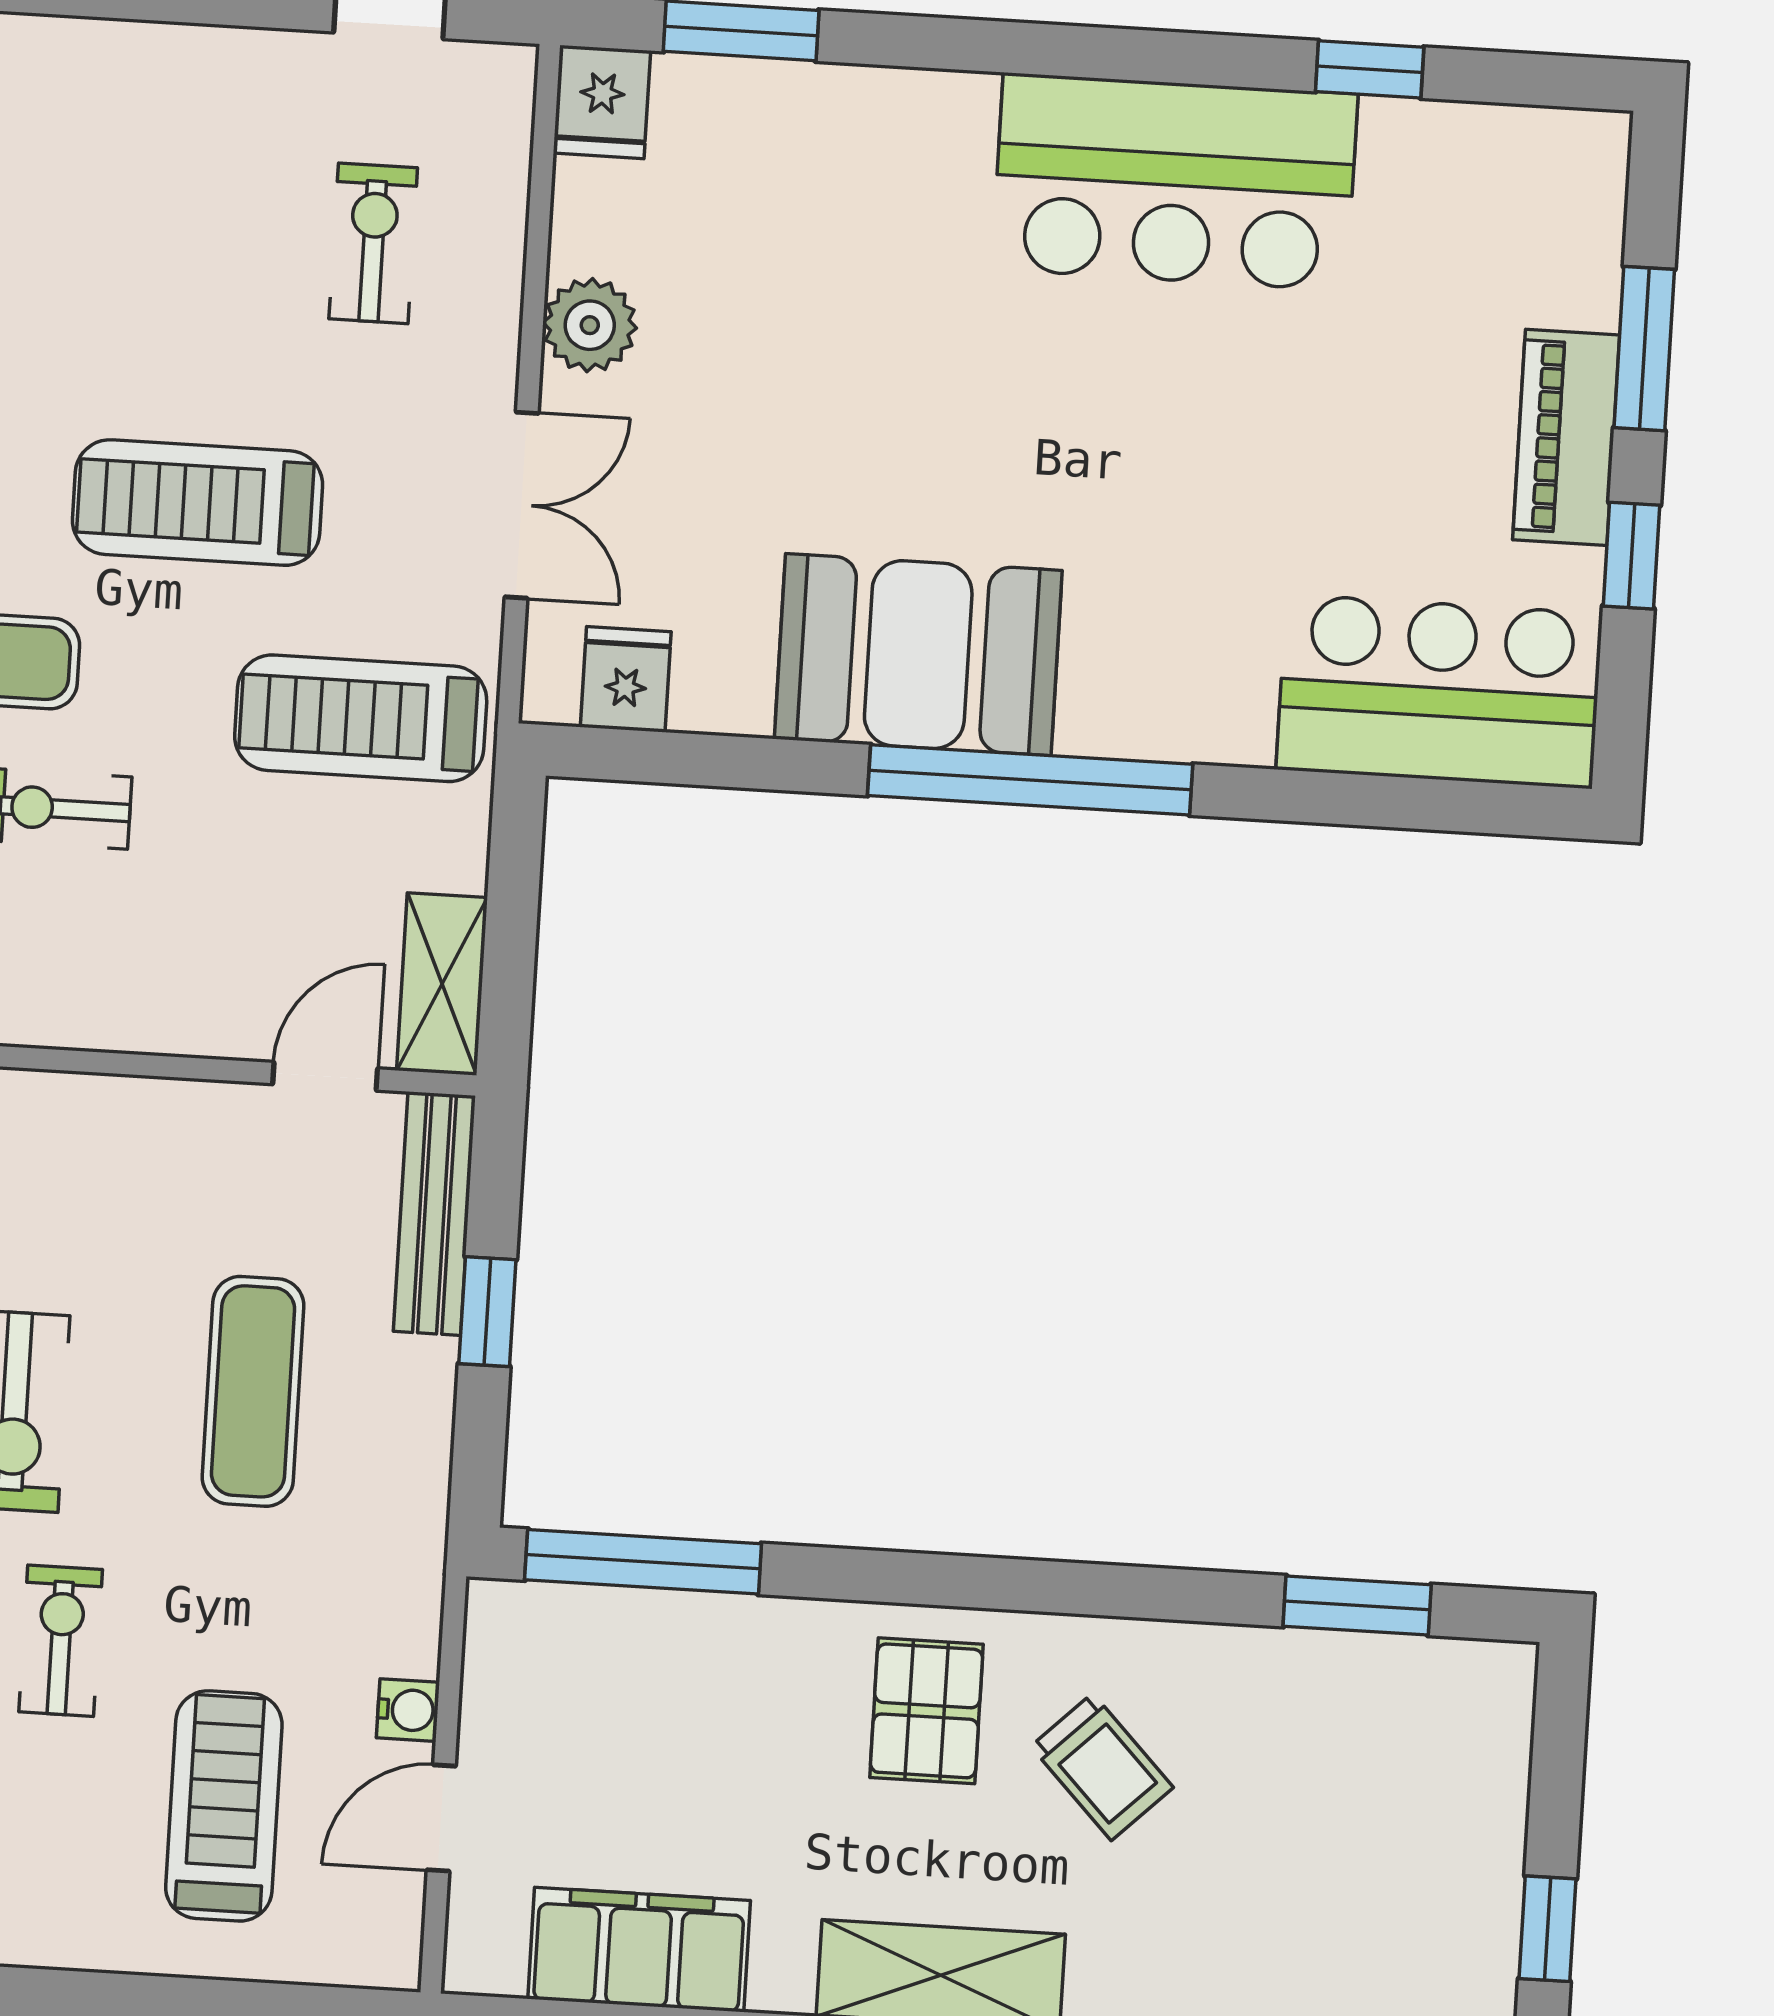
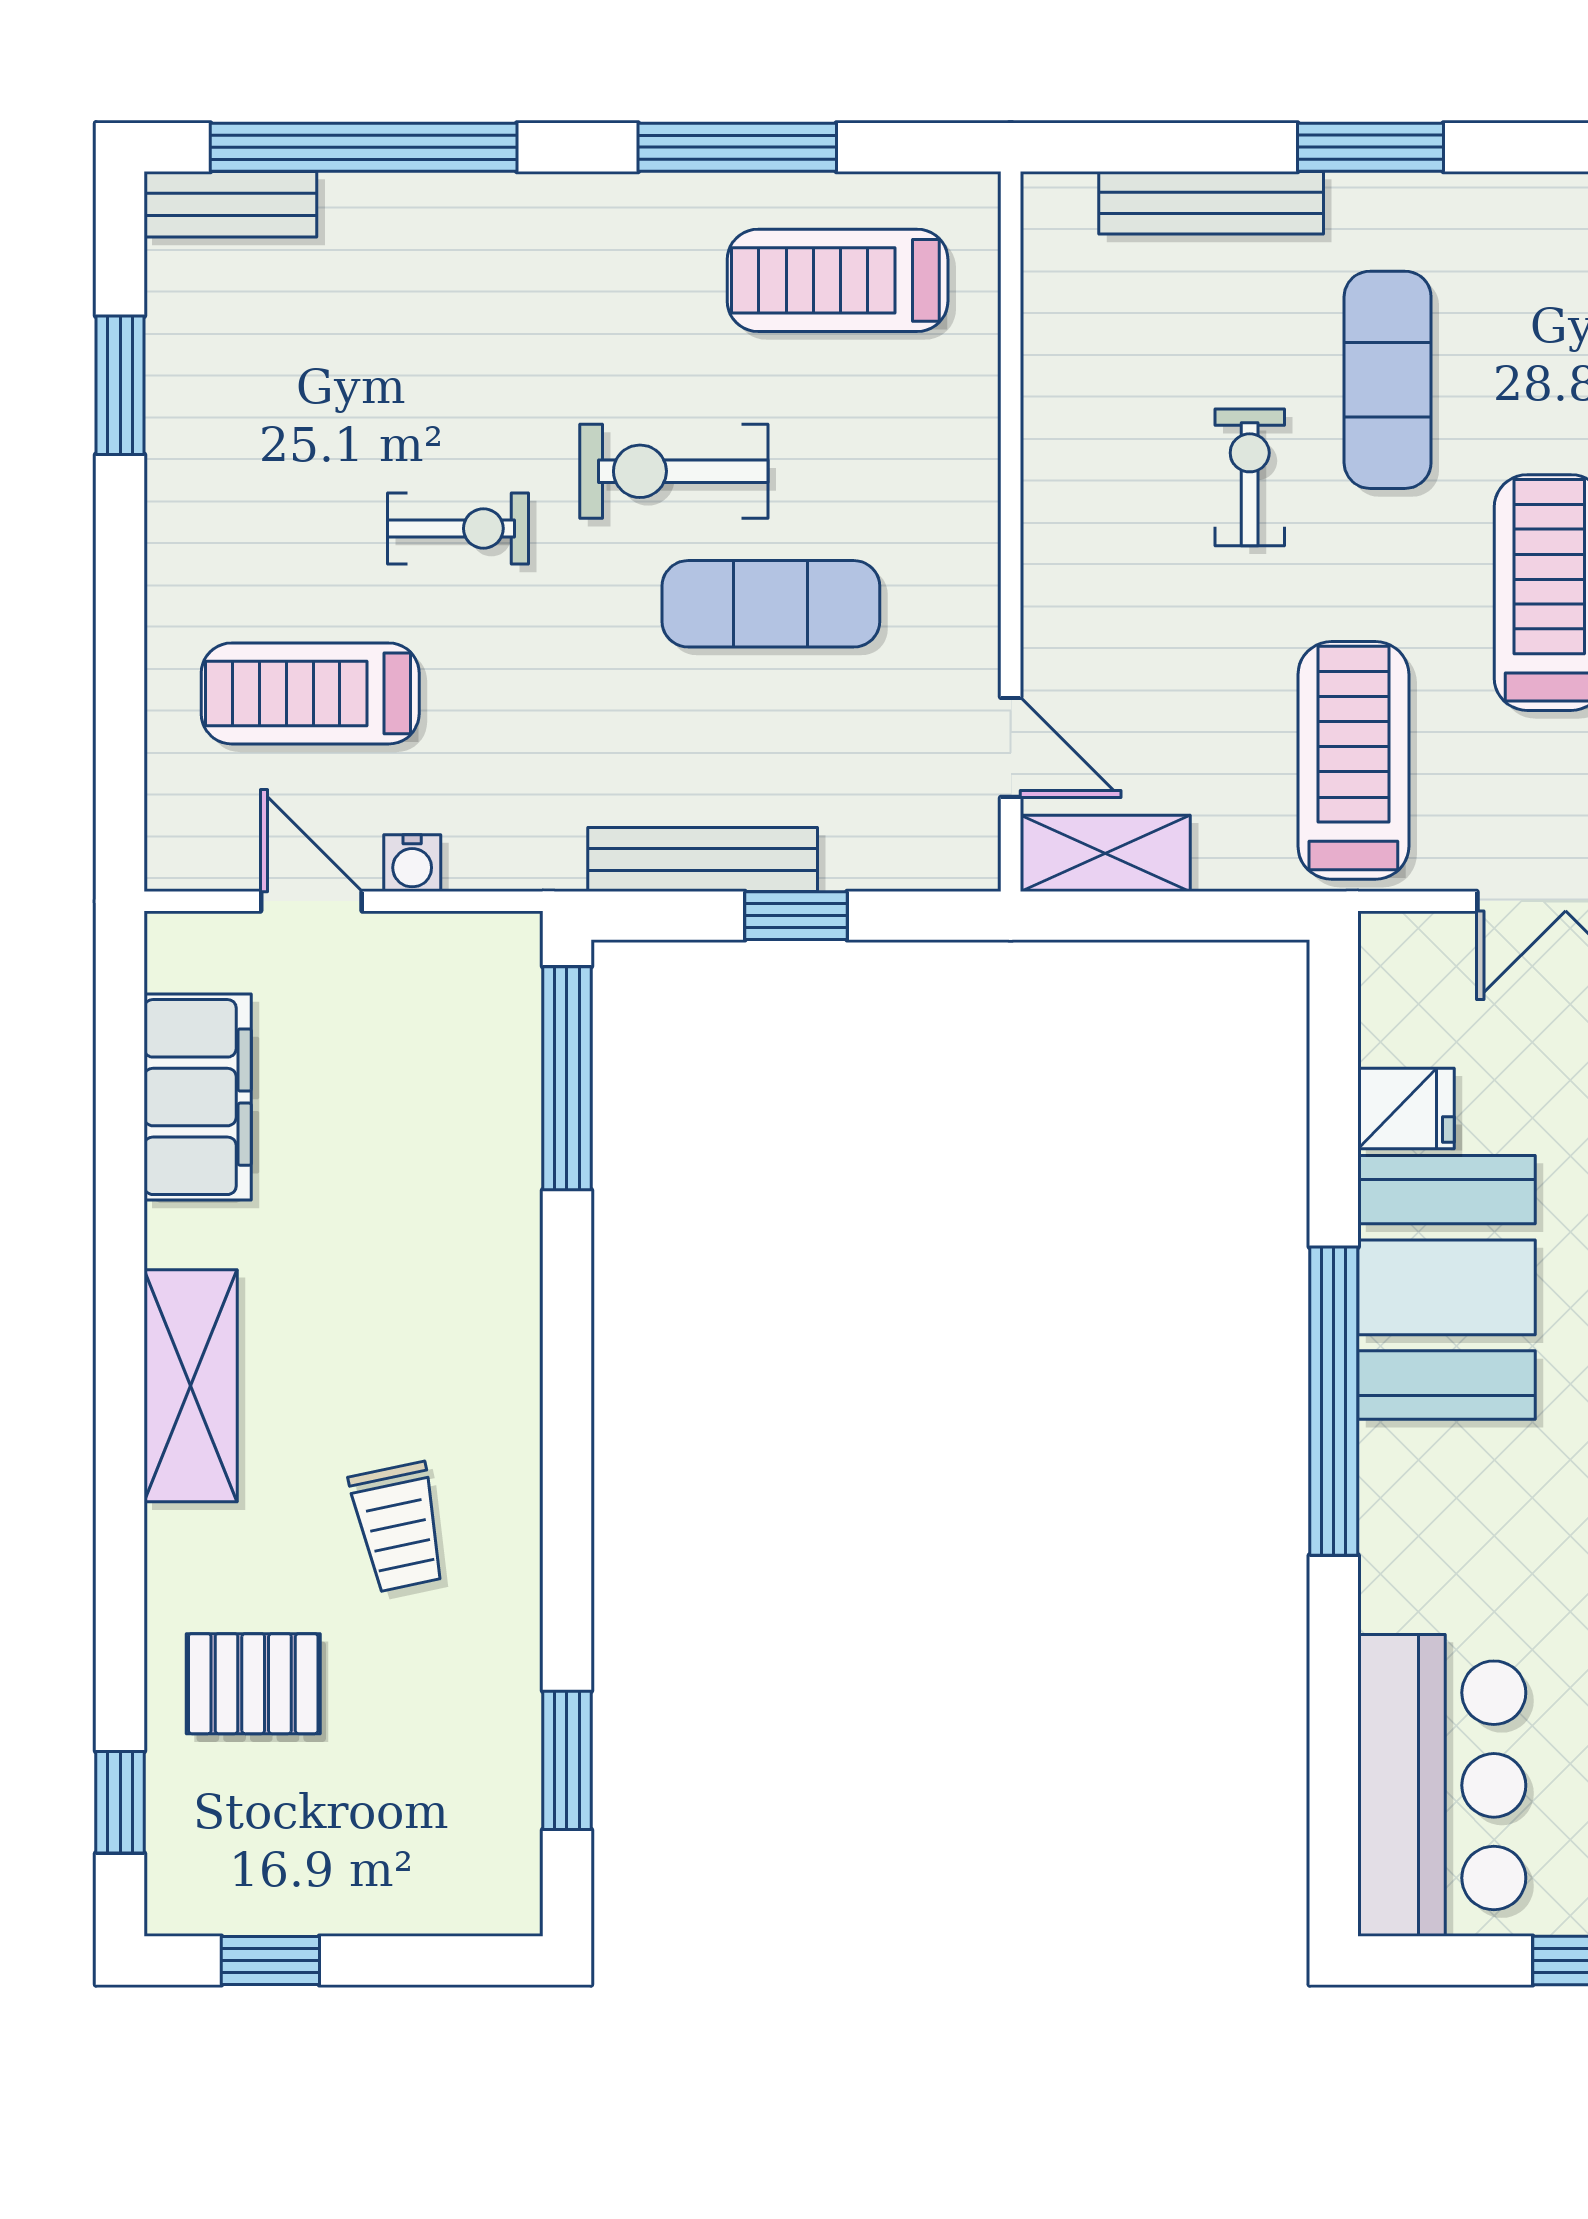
fridge: (626, 679) -> (1406, 1108), moved
bench: (434, 1214) -> (703, 859), moved
exercise mat: (253, 1391) -> (771, 604), moved
pallet: (926, 1711) -> (253, 1684), moved
trolley: (1102, 1767) -> (398, 1527), turned -58
treadmill: (224, 1806) -> (310, 693), turned 180

